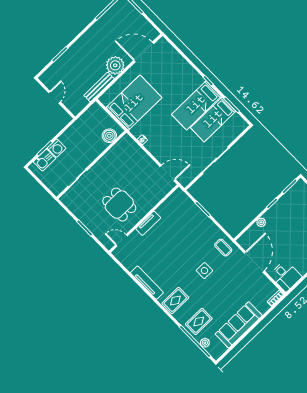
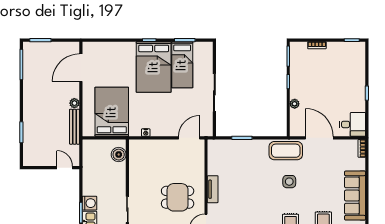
plant: (115, 65) -> (74, 103), width x0.53, depth x0.53
door: (54, 97) -> (65, 168), moved
bed: (196, 105) -> (154, 67), width x1.50
coffee table: (223, 248) -> (286, 151), width x1.86, depth x1.72

